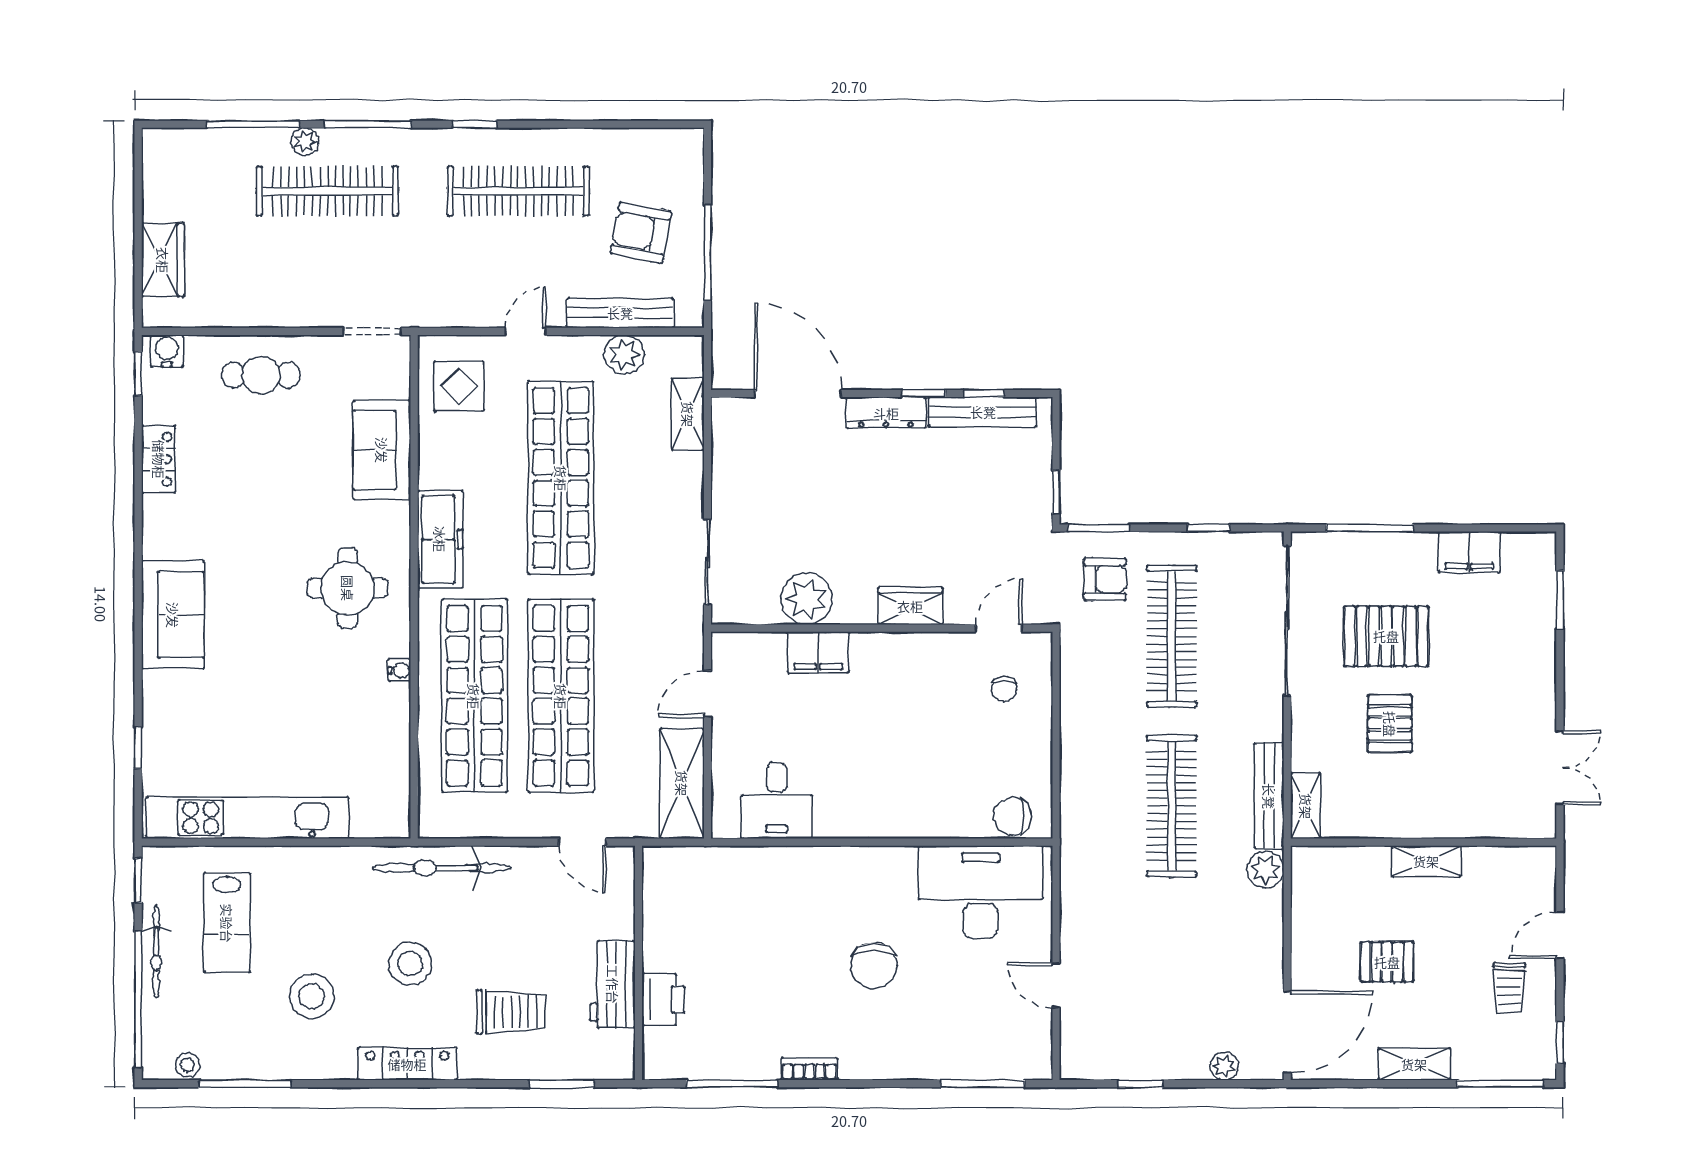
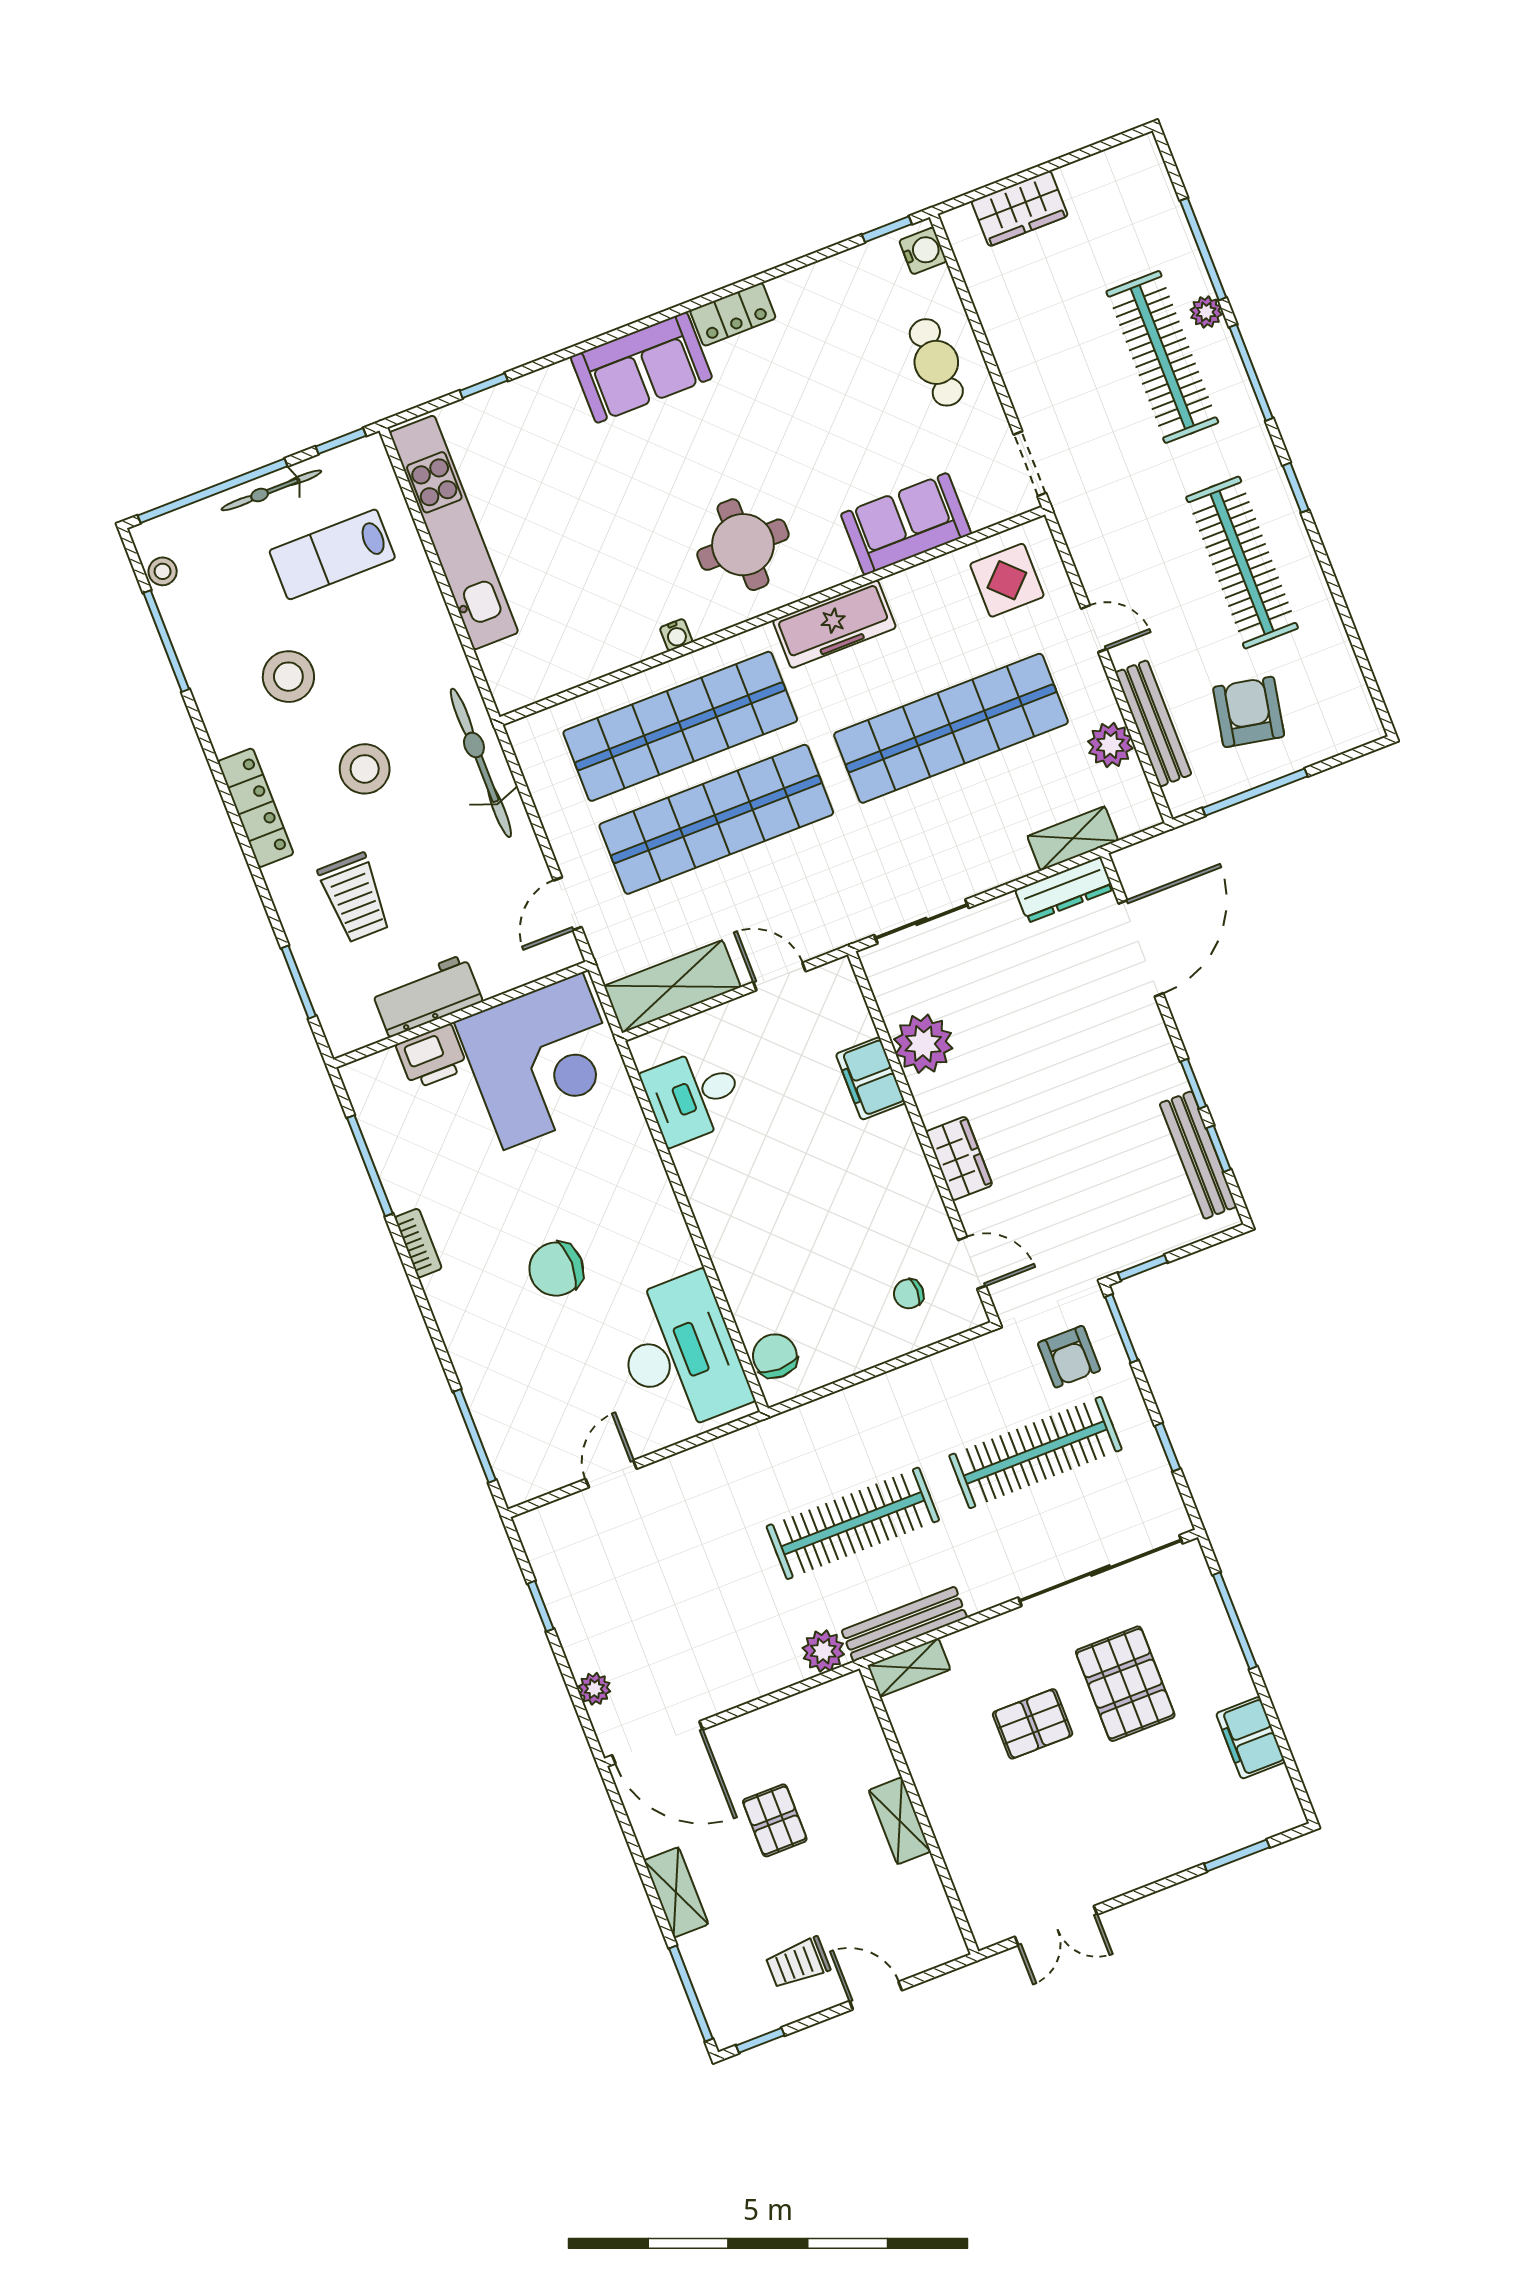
dresser: (886, 413) -> (1064, 890), moved, turned -90
locker: (159, 459) -> (733, 314), moved
corner desk: (702, 911) -> (543, 1061), added

